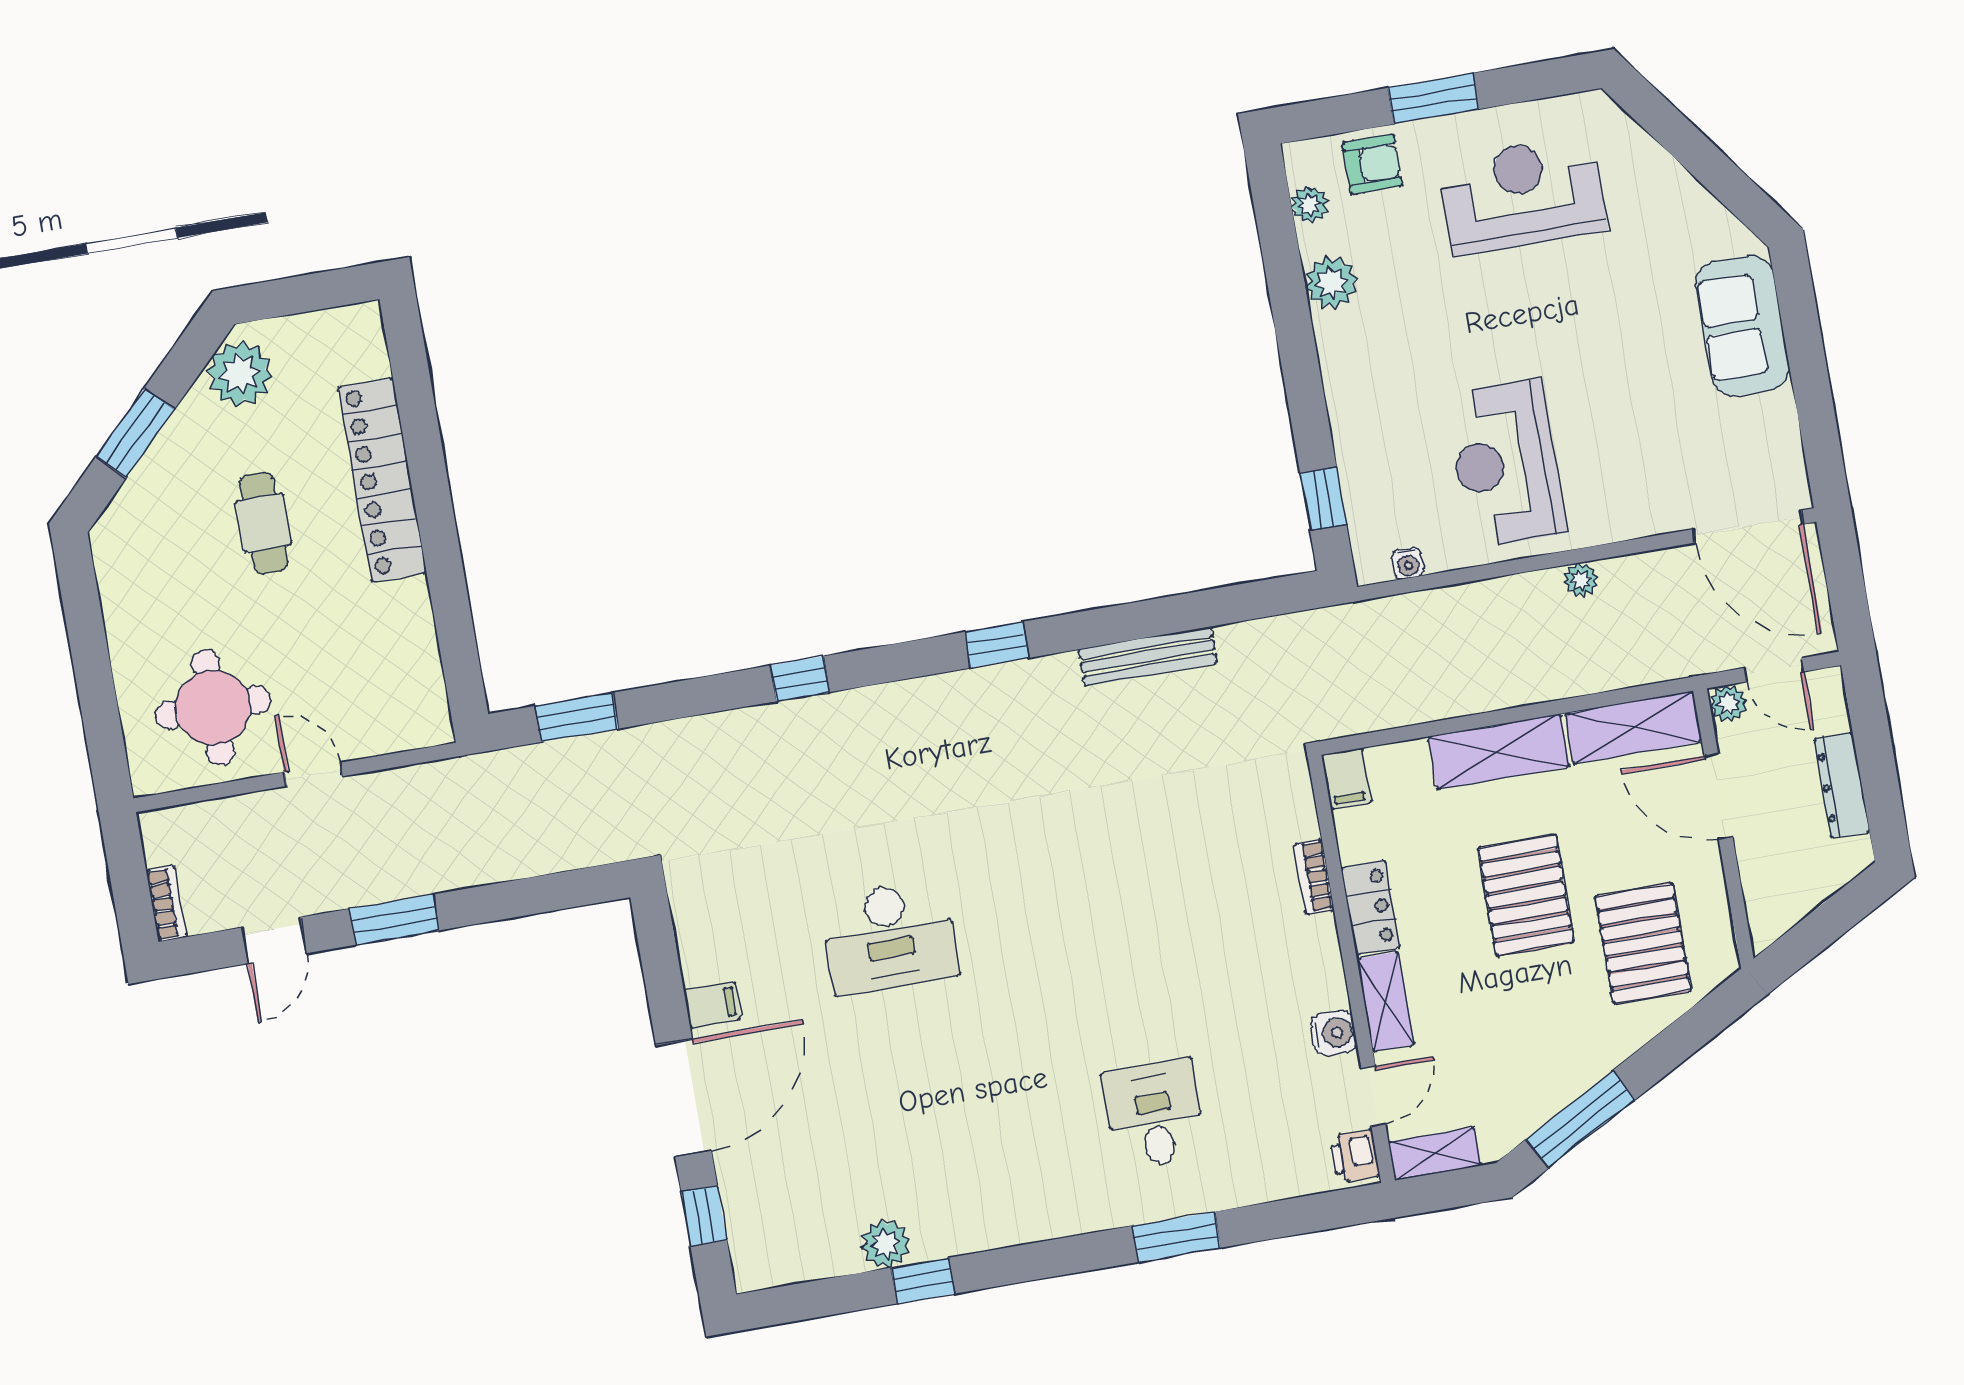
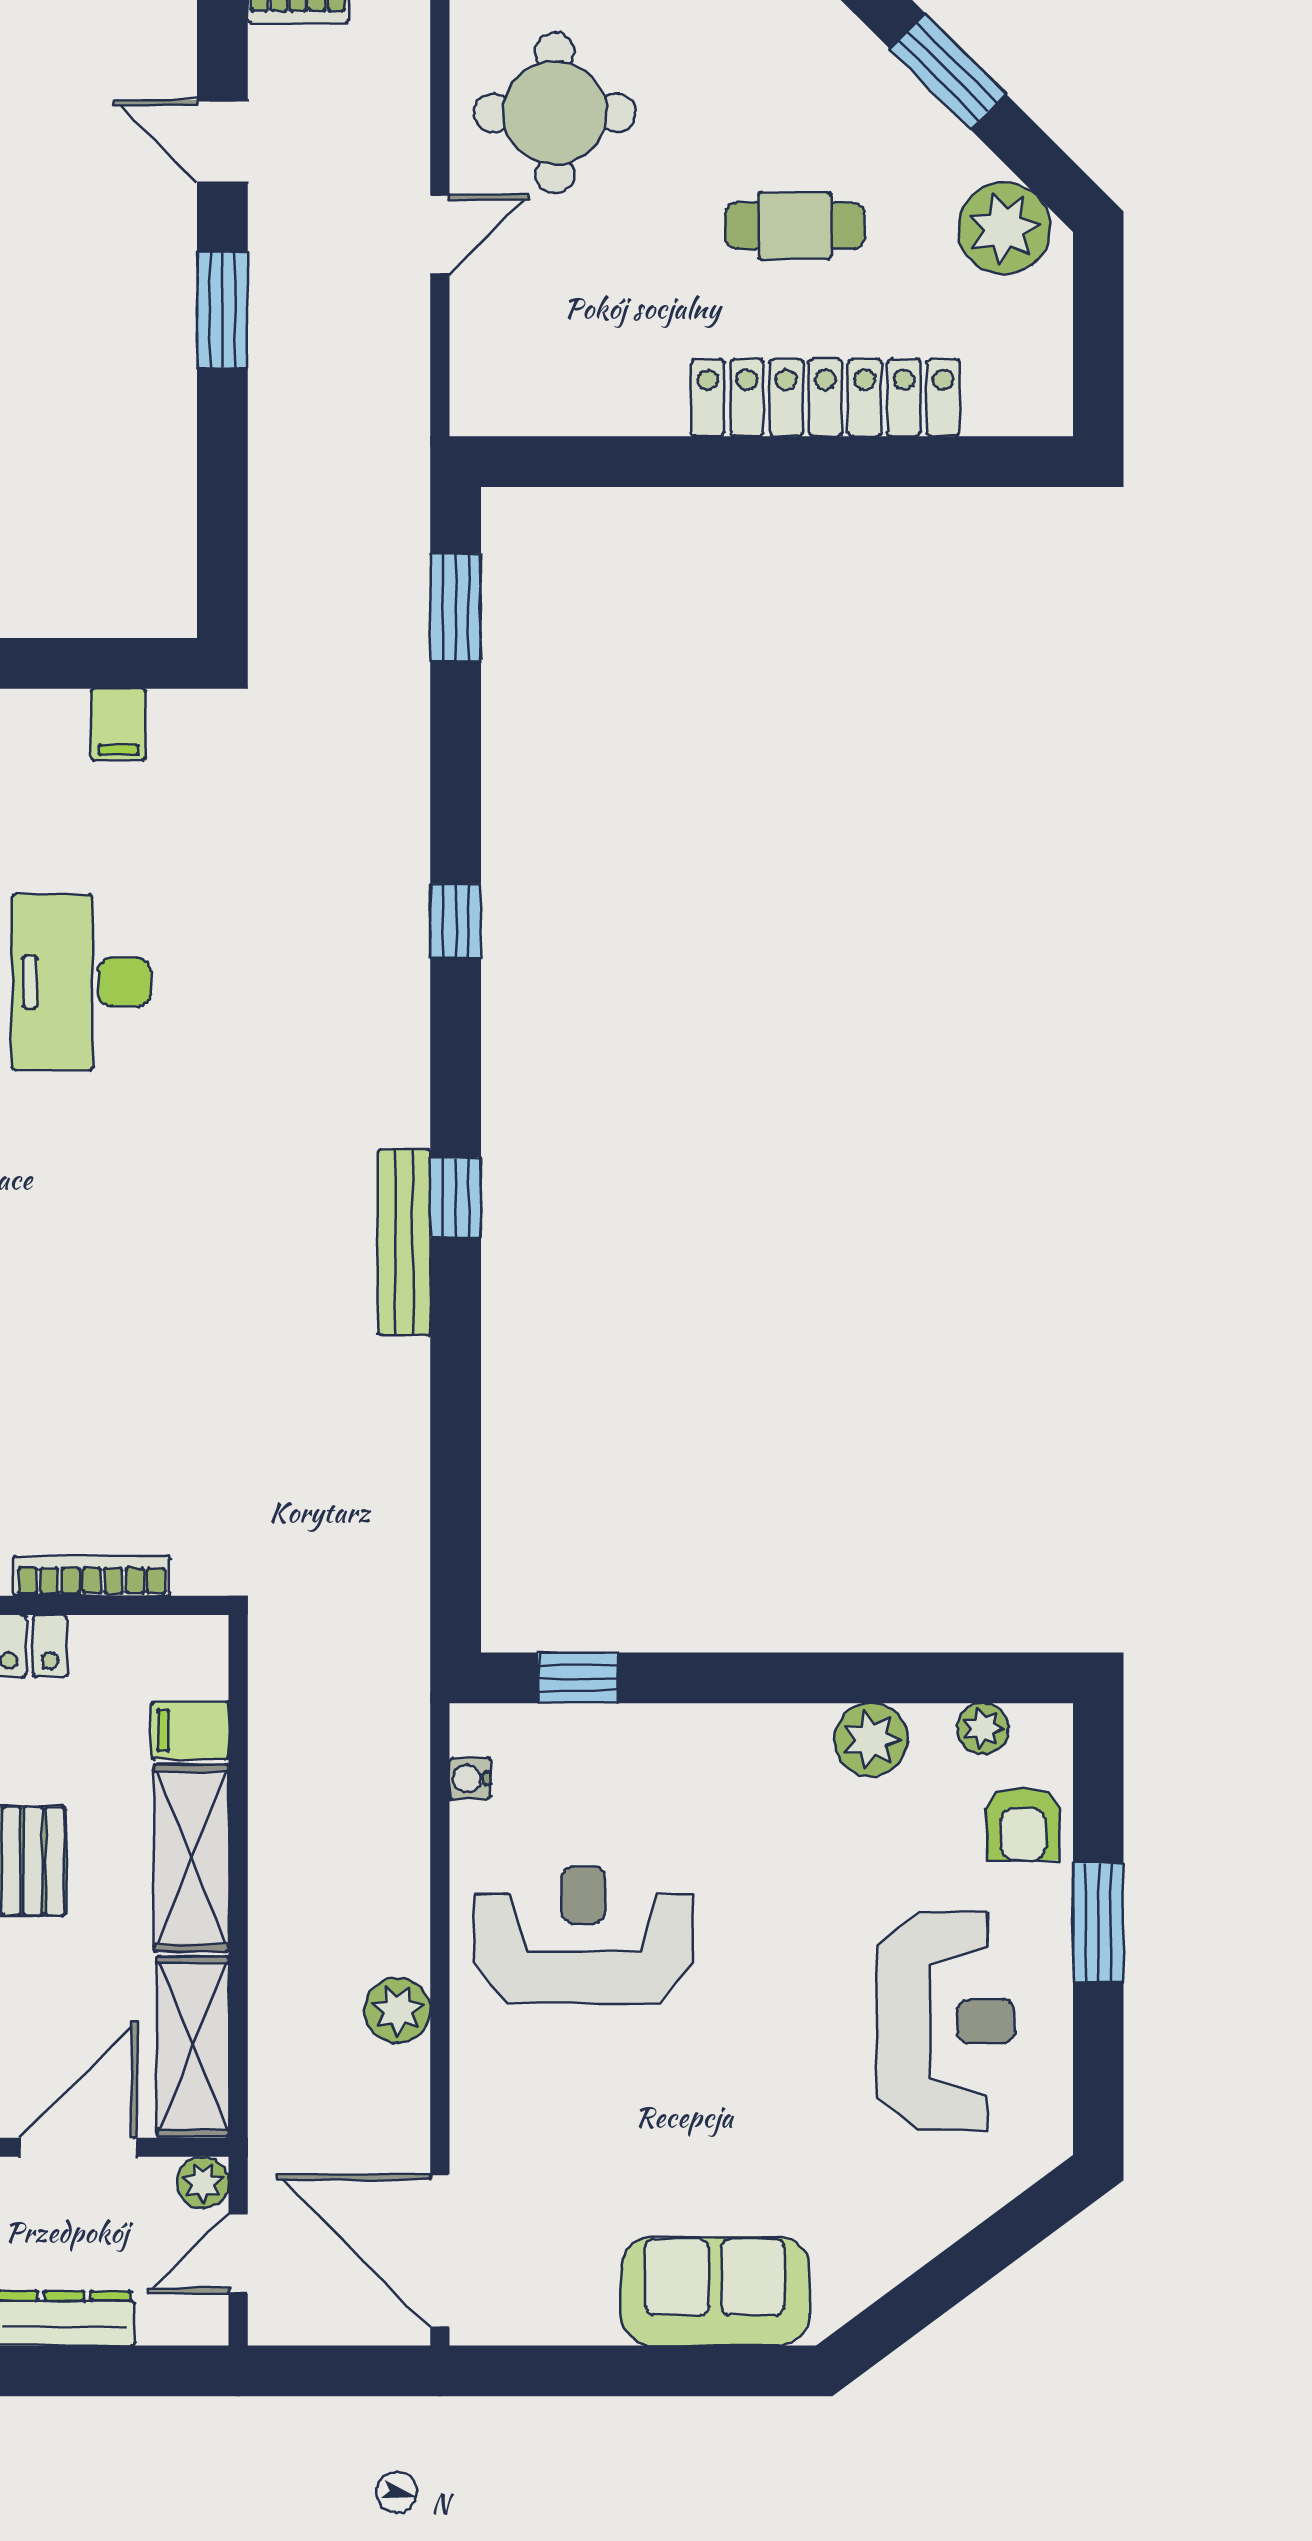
door: (1748, 527) -> (440, 2251), hinge flipped
plant: (1581, 580) -> (398, 2010), width x1.38, depth x1.38
bench: (1148, 656) -> (404, 1242), moved
filing cabinet: (1347, 779) -> (190, 1730), moved
bookcase: (1314, 877) -> (92, 1576), width x1.56
filing cabinet: (712, 1005) -> (119, 725), moved

